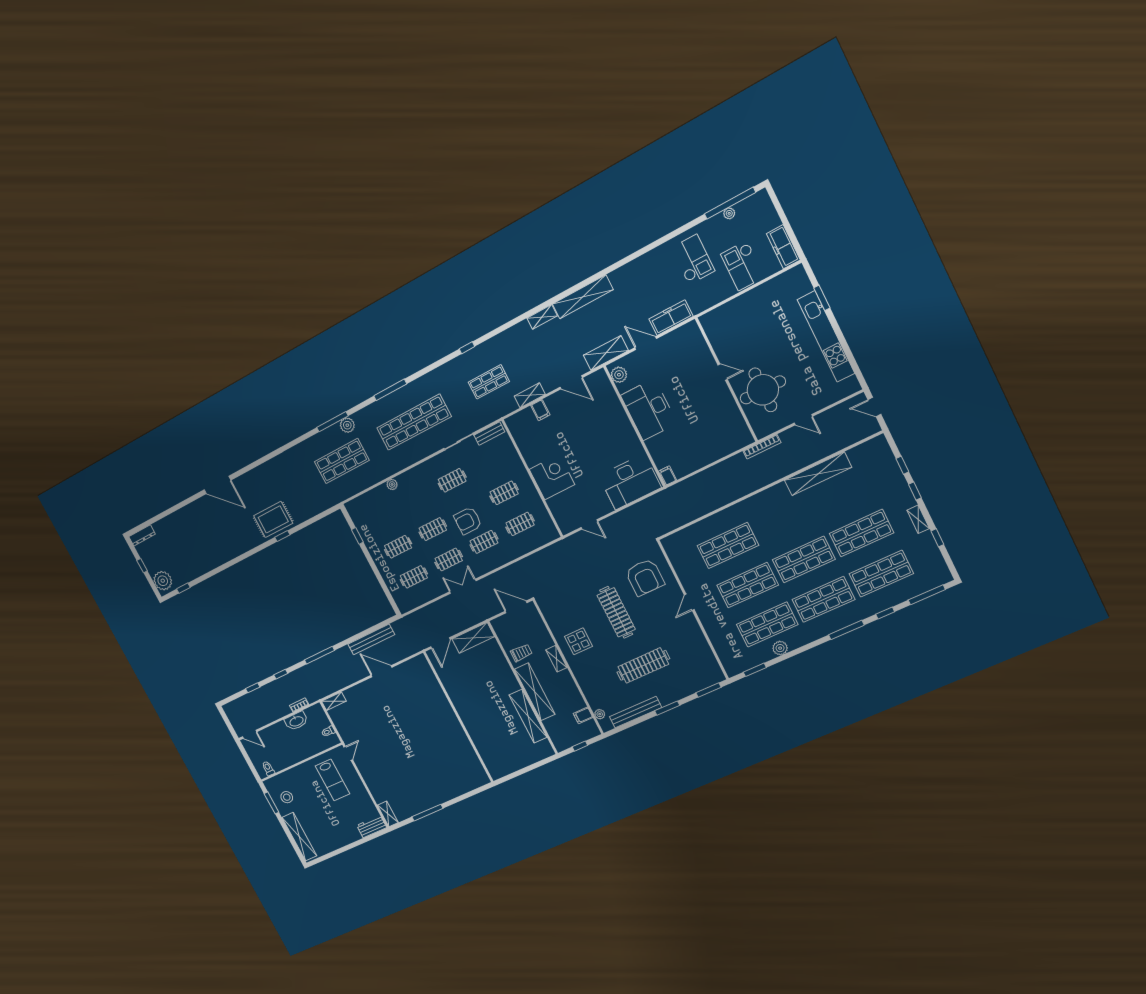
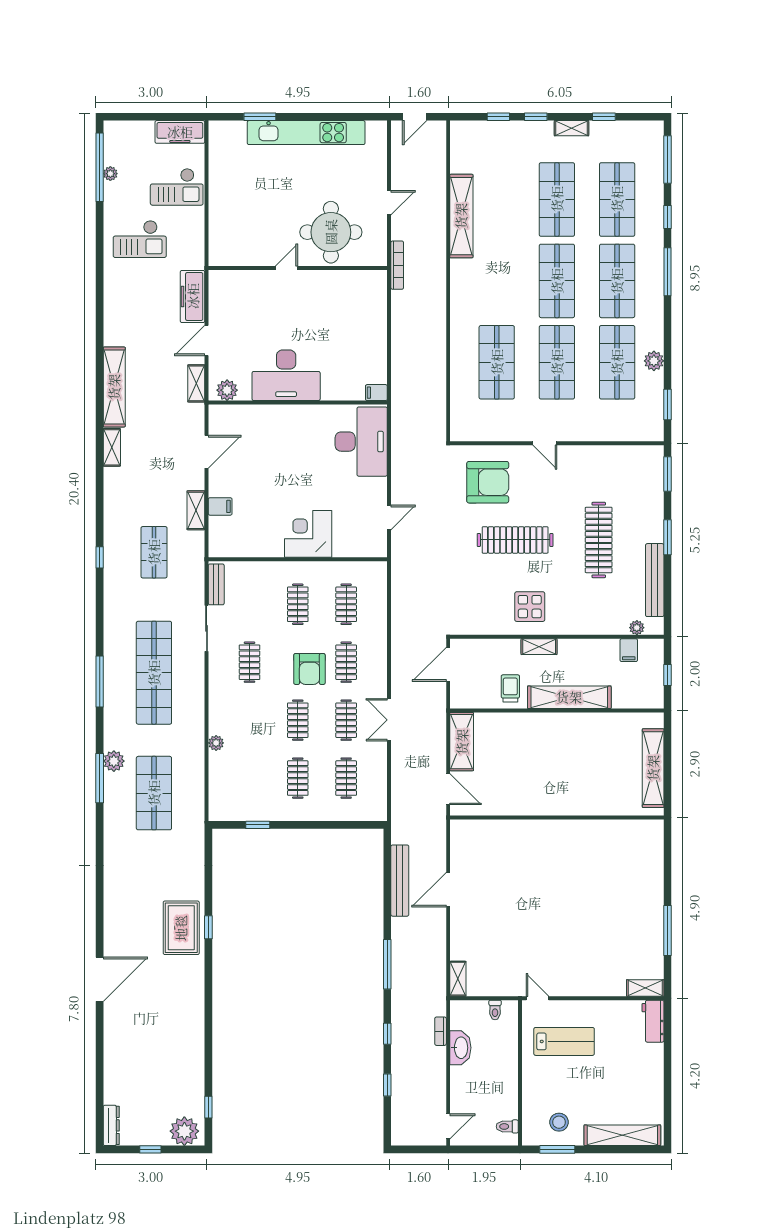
checkout: (693, 259) -> (140, 239), turned 180
shelving: (606, 353) -> (196, 383), width x0.67, depth x0.75
shelving: (528, 716) -> (653, 768), moved, turned 90

